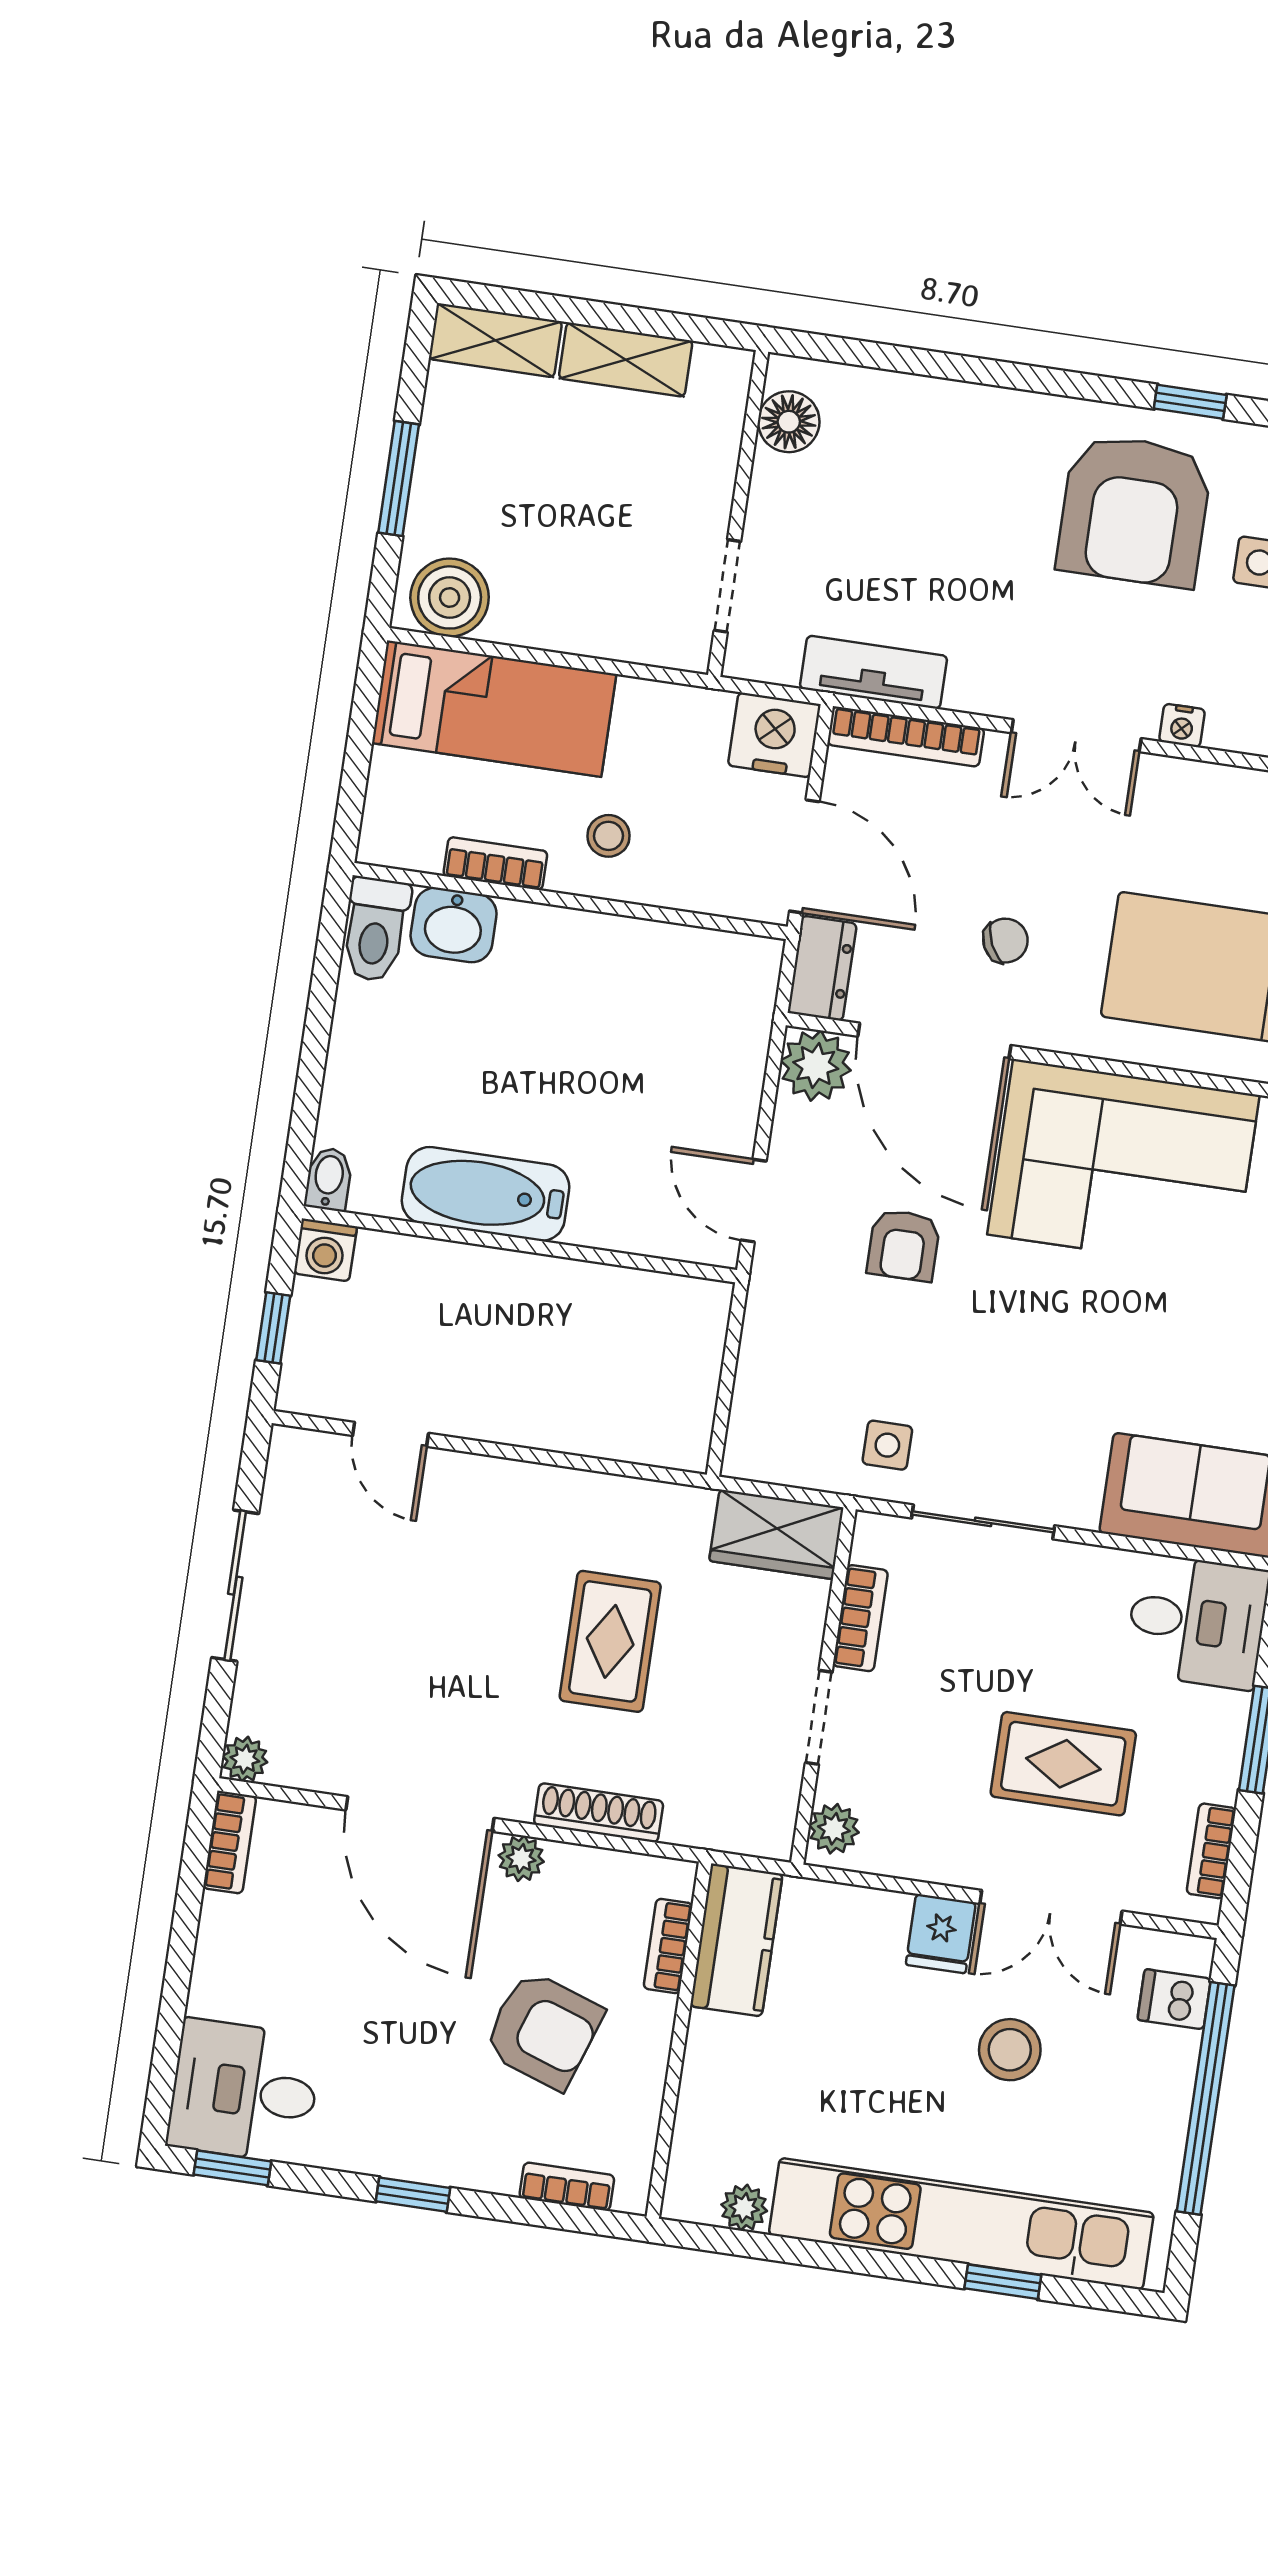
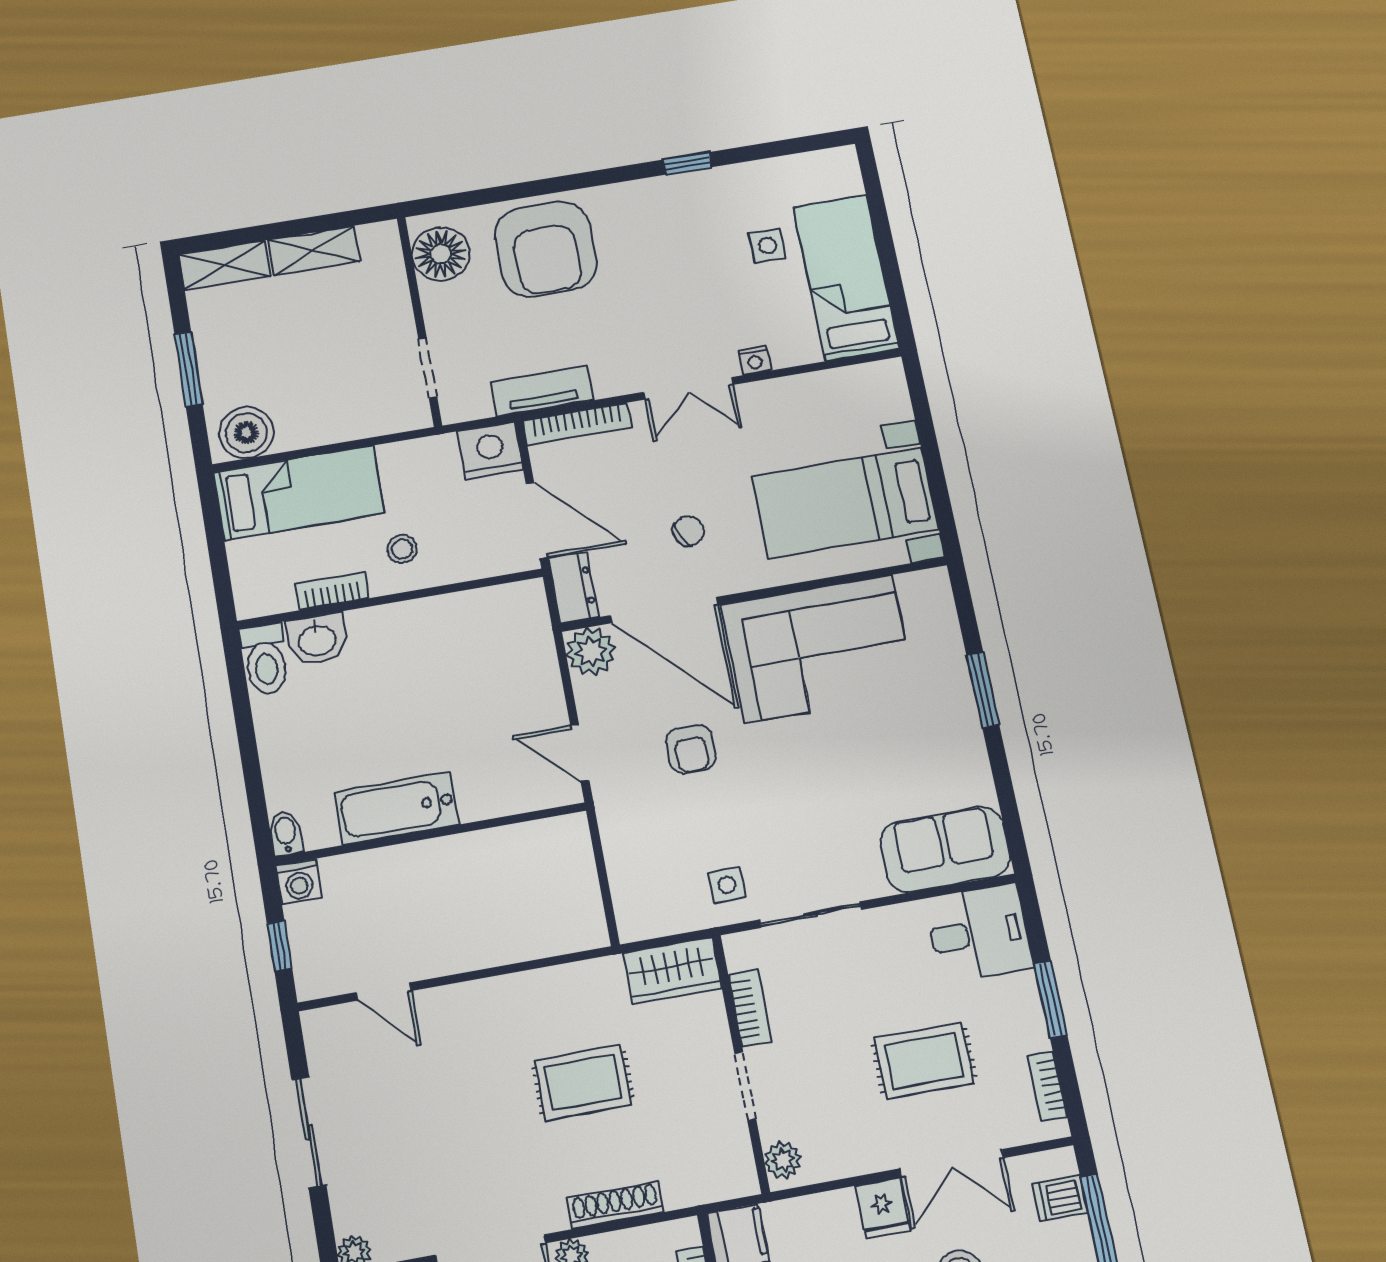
floor lamp: (789, 422) -> (441, 254), width x1.38, depth x1.38
armchair: (1134, 510) -> (546, 249), moved
rug: (610, 1641) -> (583, 1083), turned 90

